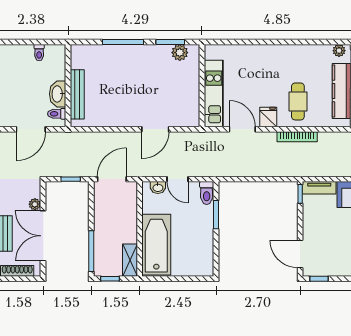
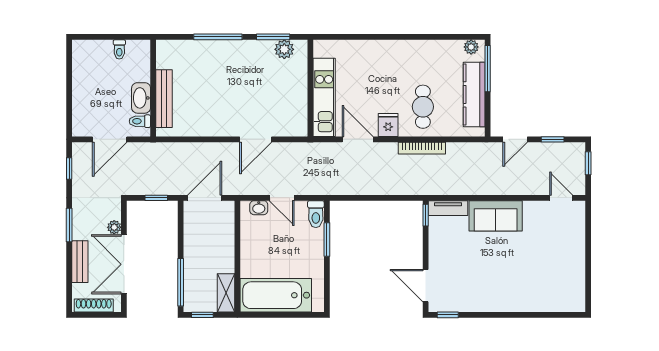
bathtub: (156, 245) -> (276, 295), moved, turned -90

